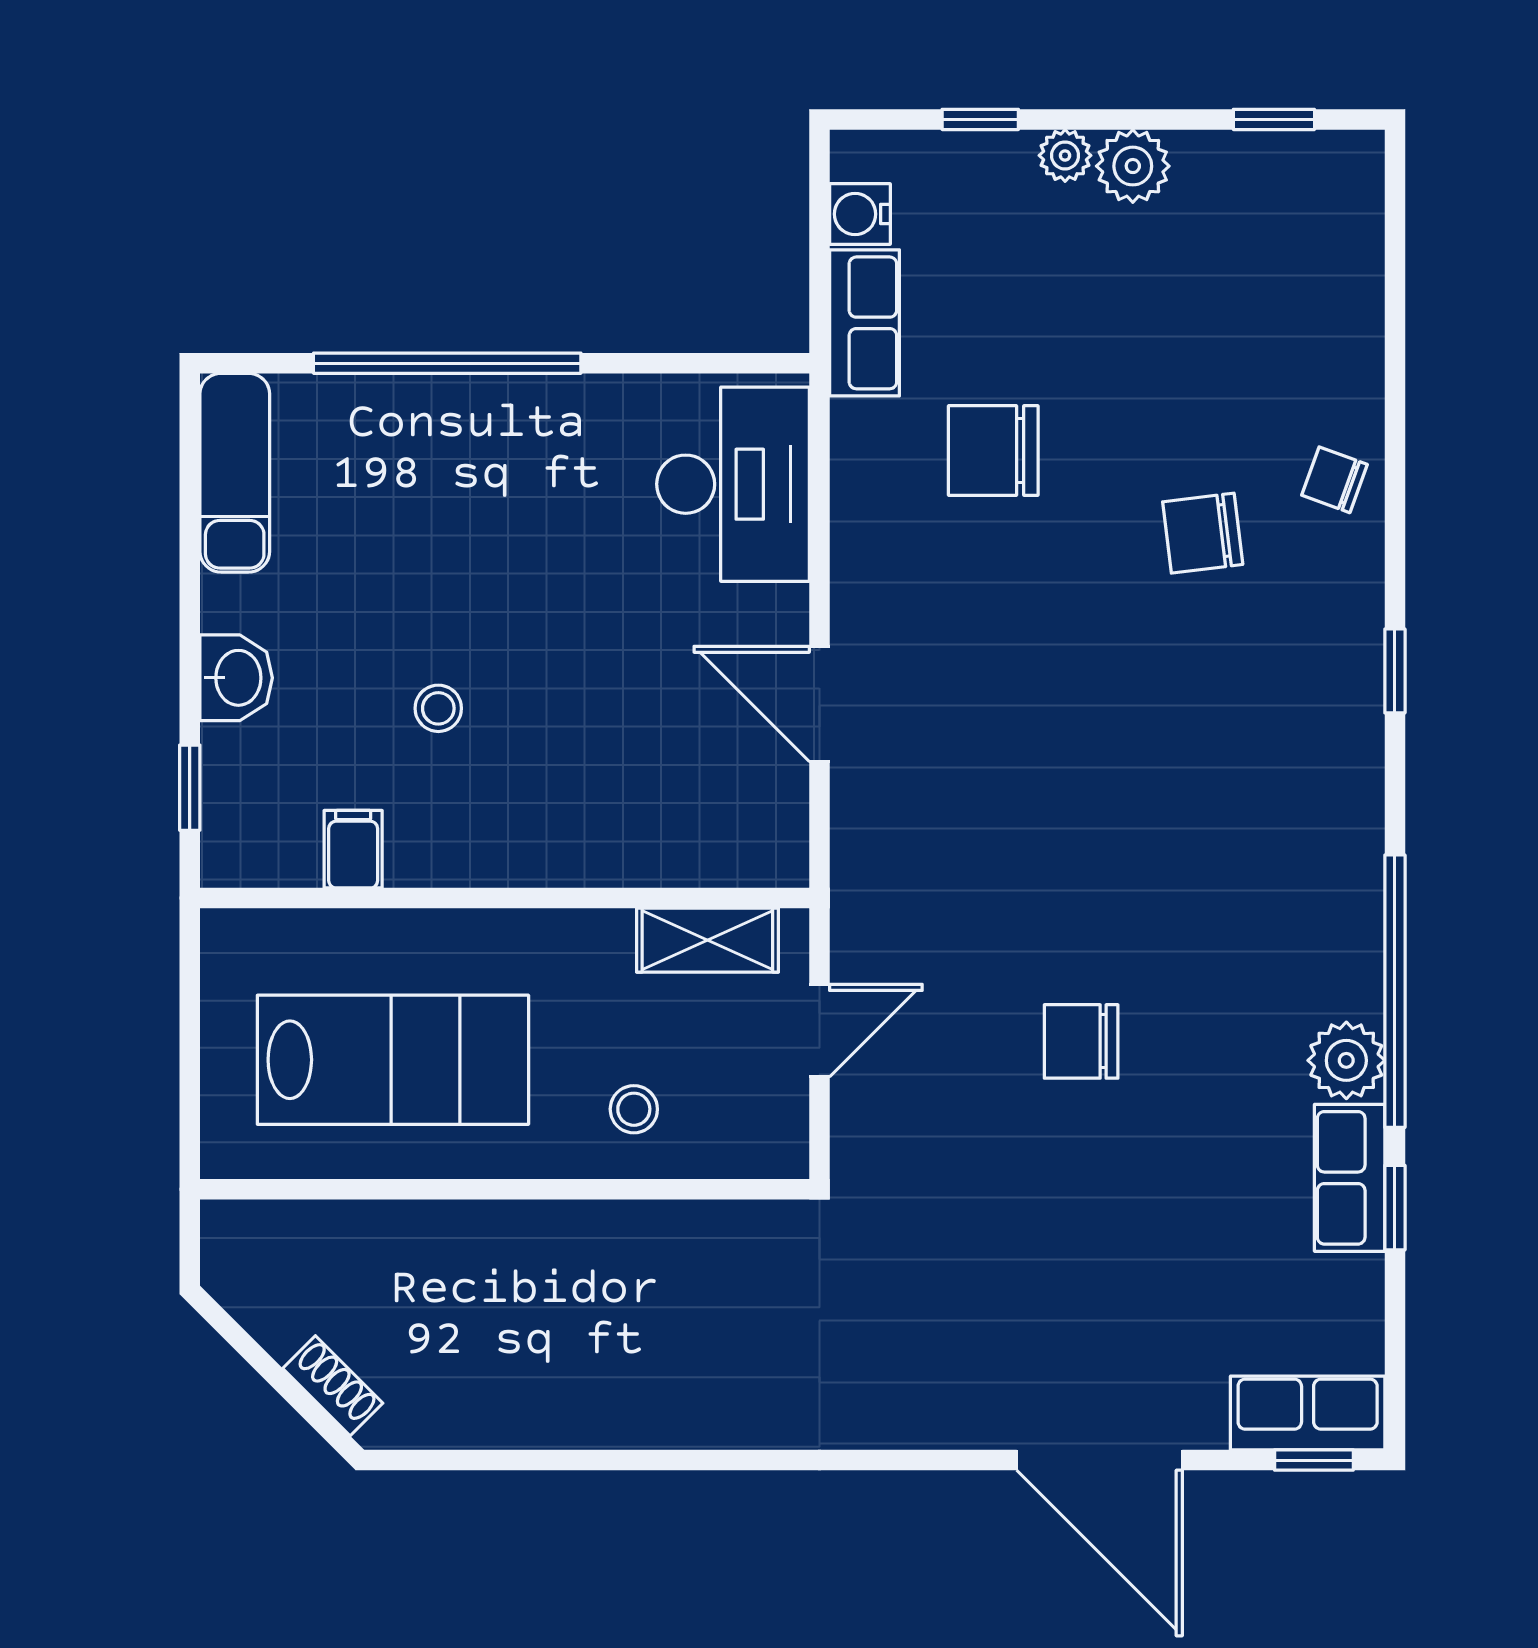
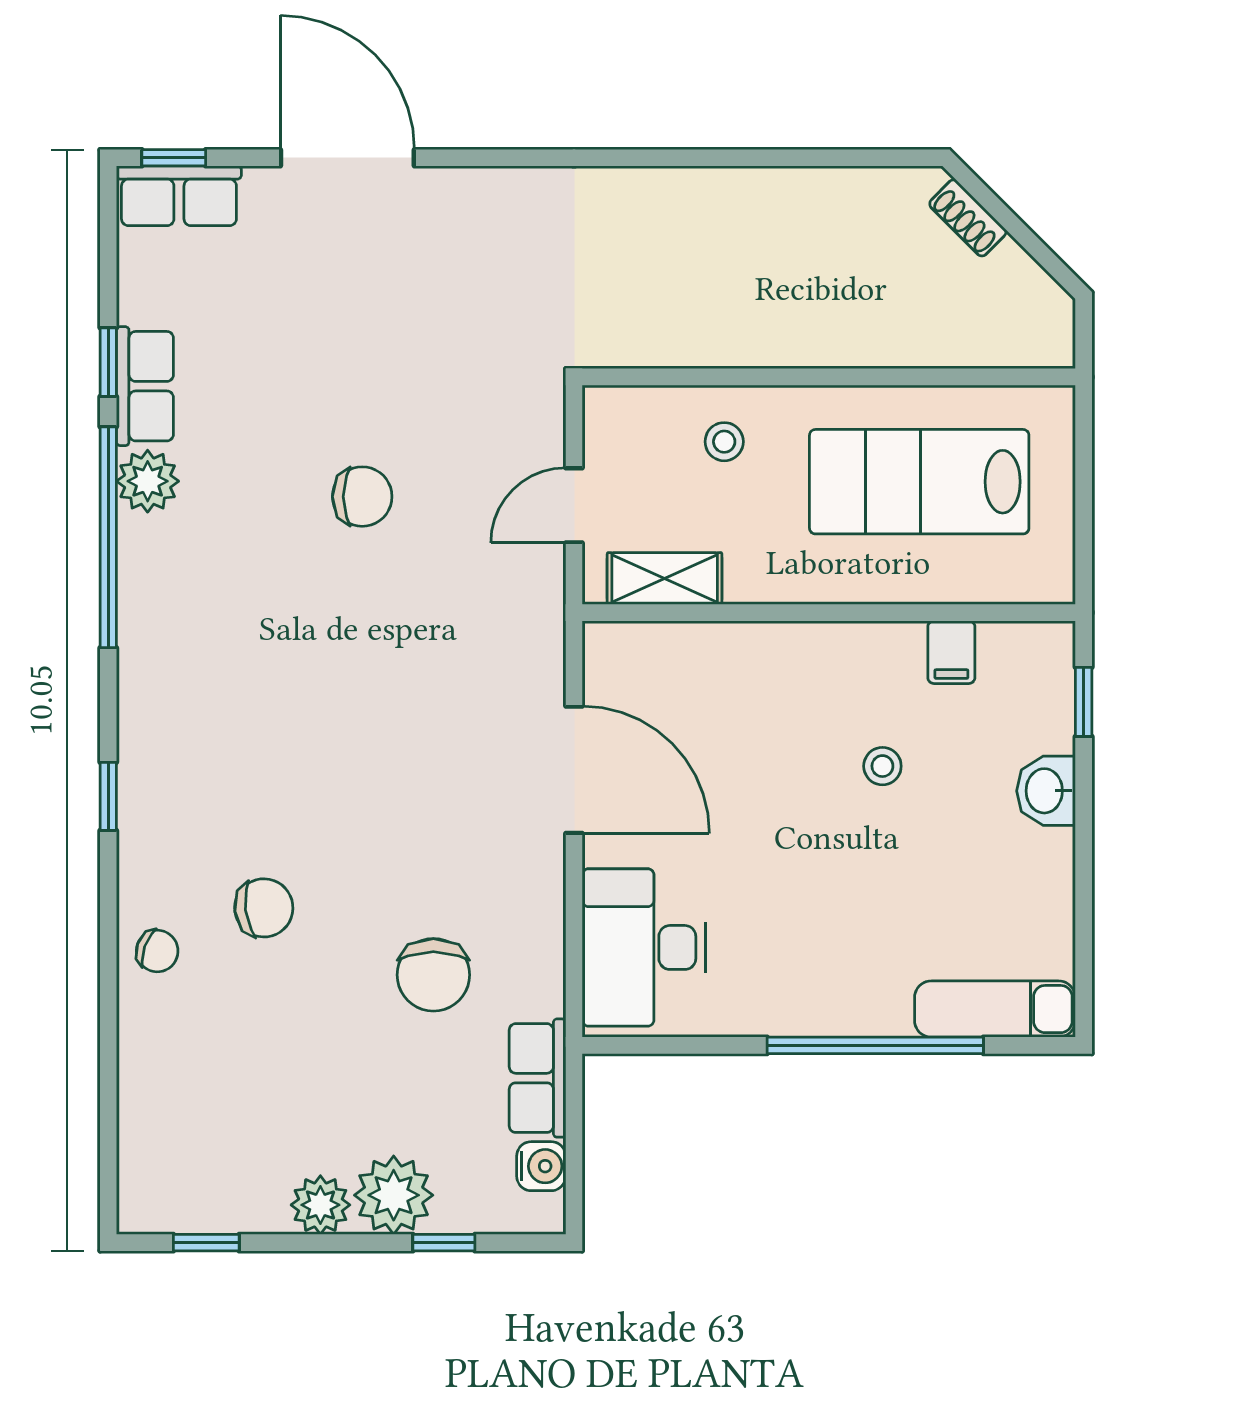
plant: (1065, 155) -> (394, 1195), width x1.87, depth x1.87
chair: (993, 450) -> (433, 975), turned 90
exam couch: (235, 473) -> (995, 1009), moved, turned 90
door: (819, 704) -> (574, 770), width x1.36

